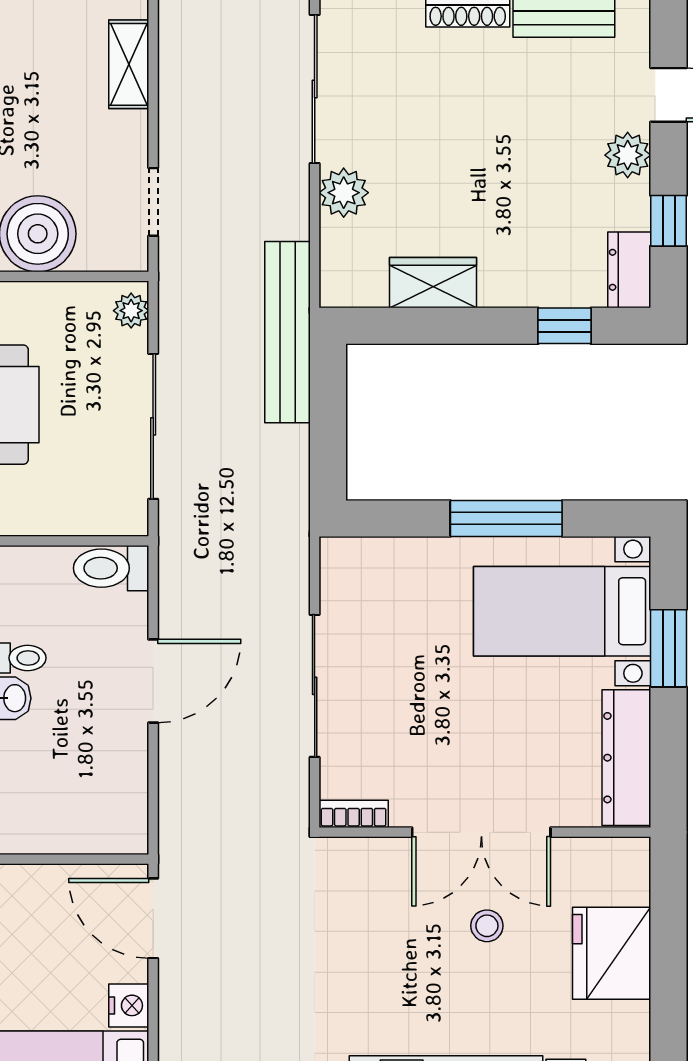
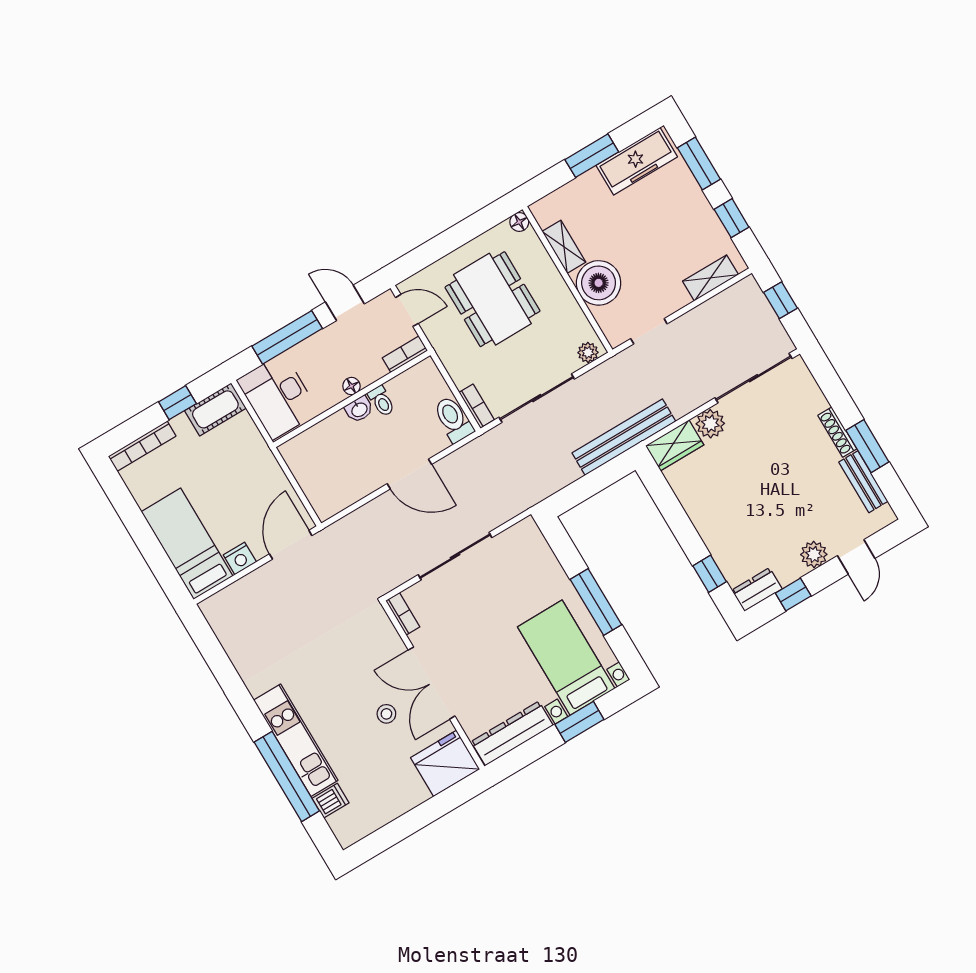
wardrobe: (433, 283) -> (675, 445), moved, turned 90
bookcase: (112, 522) -> (477, 406), added
fridge: (612, 953) -> (445, 763), moved

